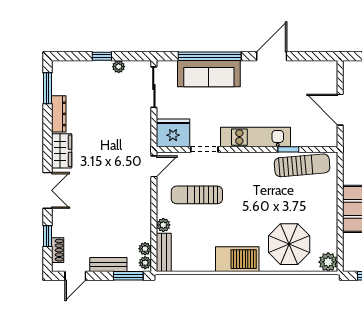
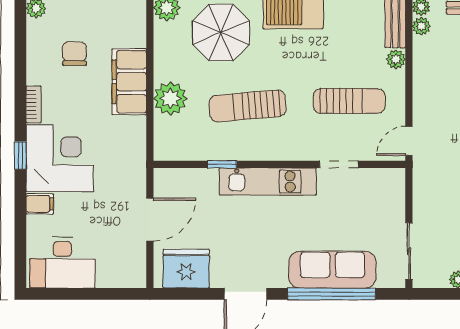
door: (340, 110) -> (150, 220), hinge flipped
fridge: (173, 133) -> (186, 269), moved, turned 180
sun lounger: (302, 165) -> (248, 106), moved
plant: (326, 197) -> (170, 98), added

